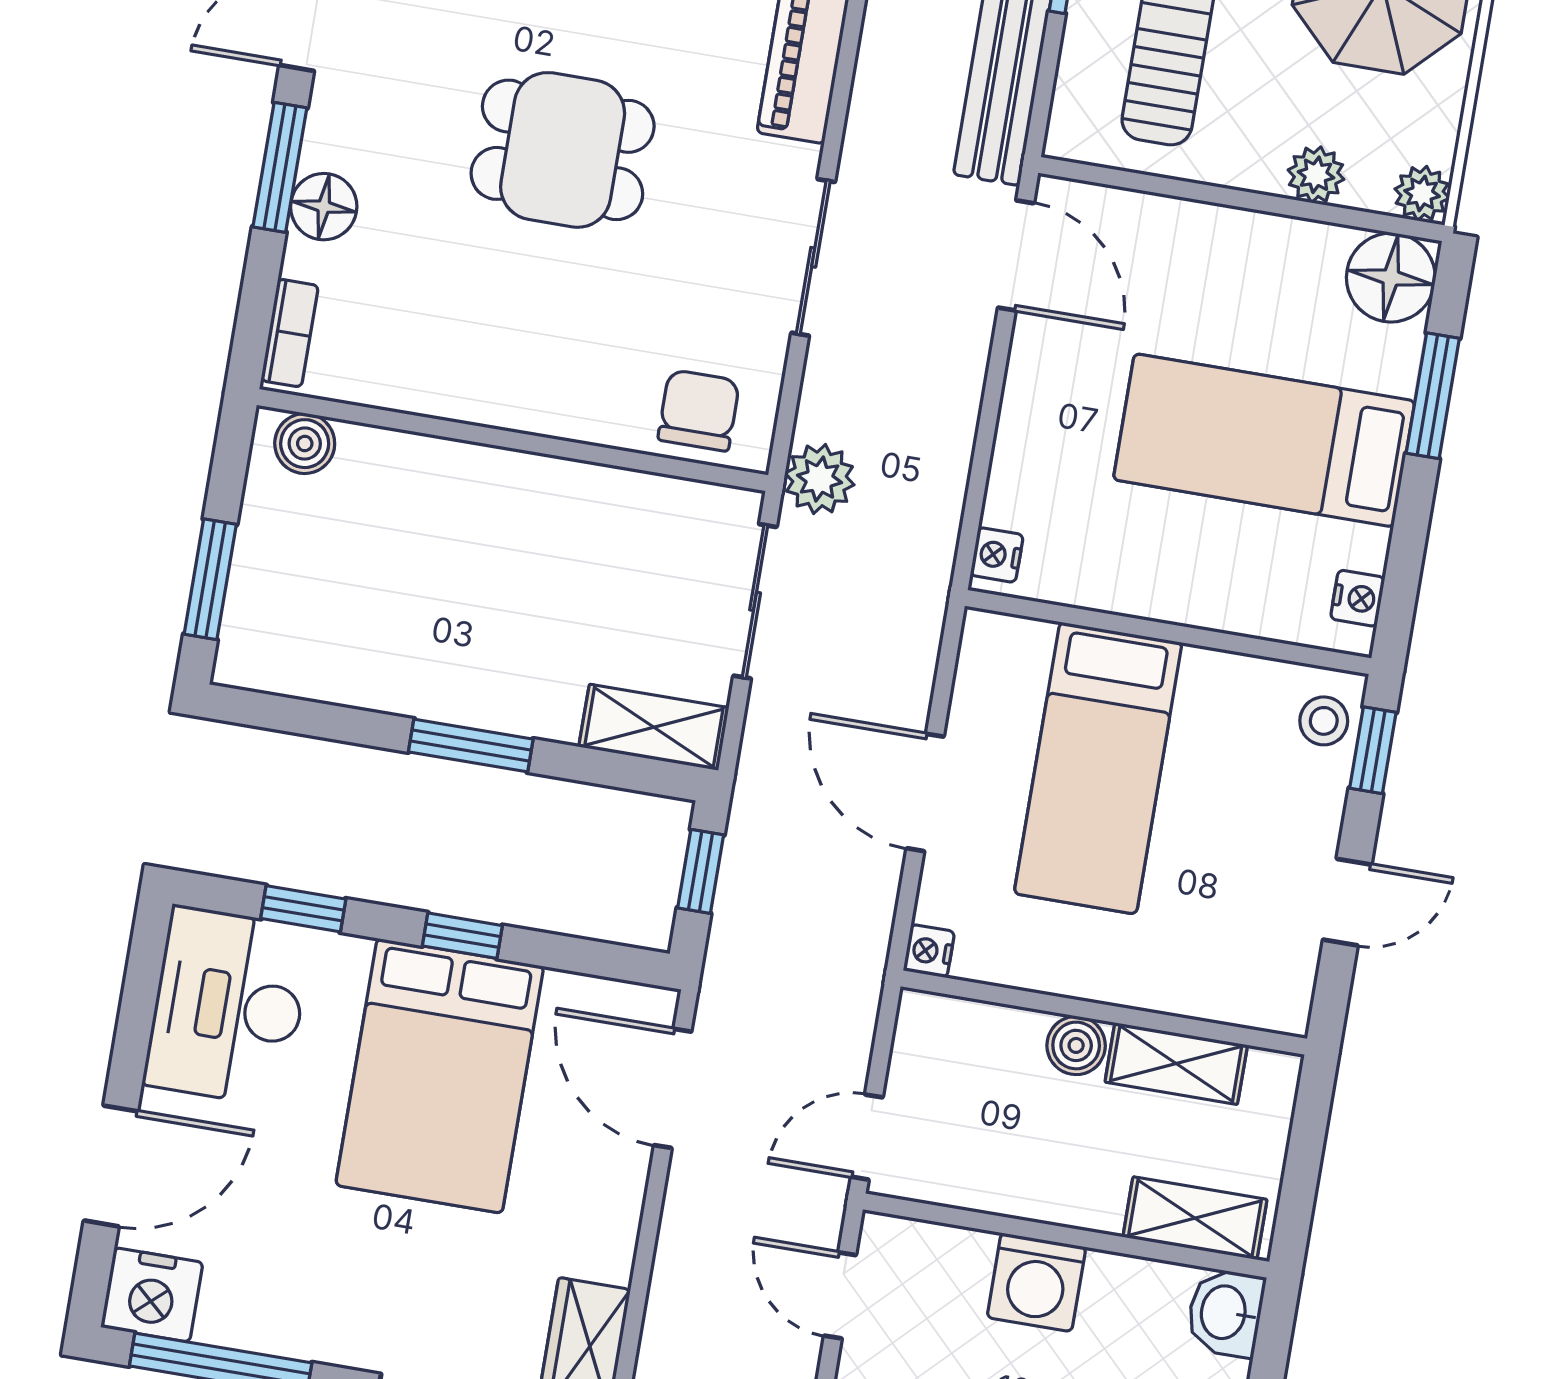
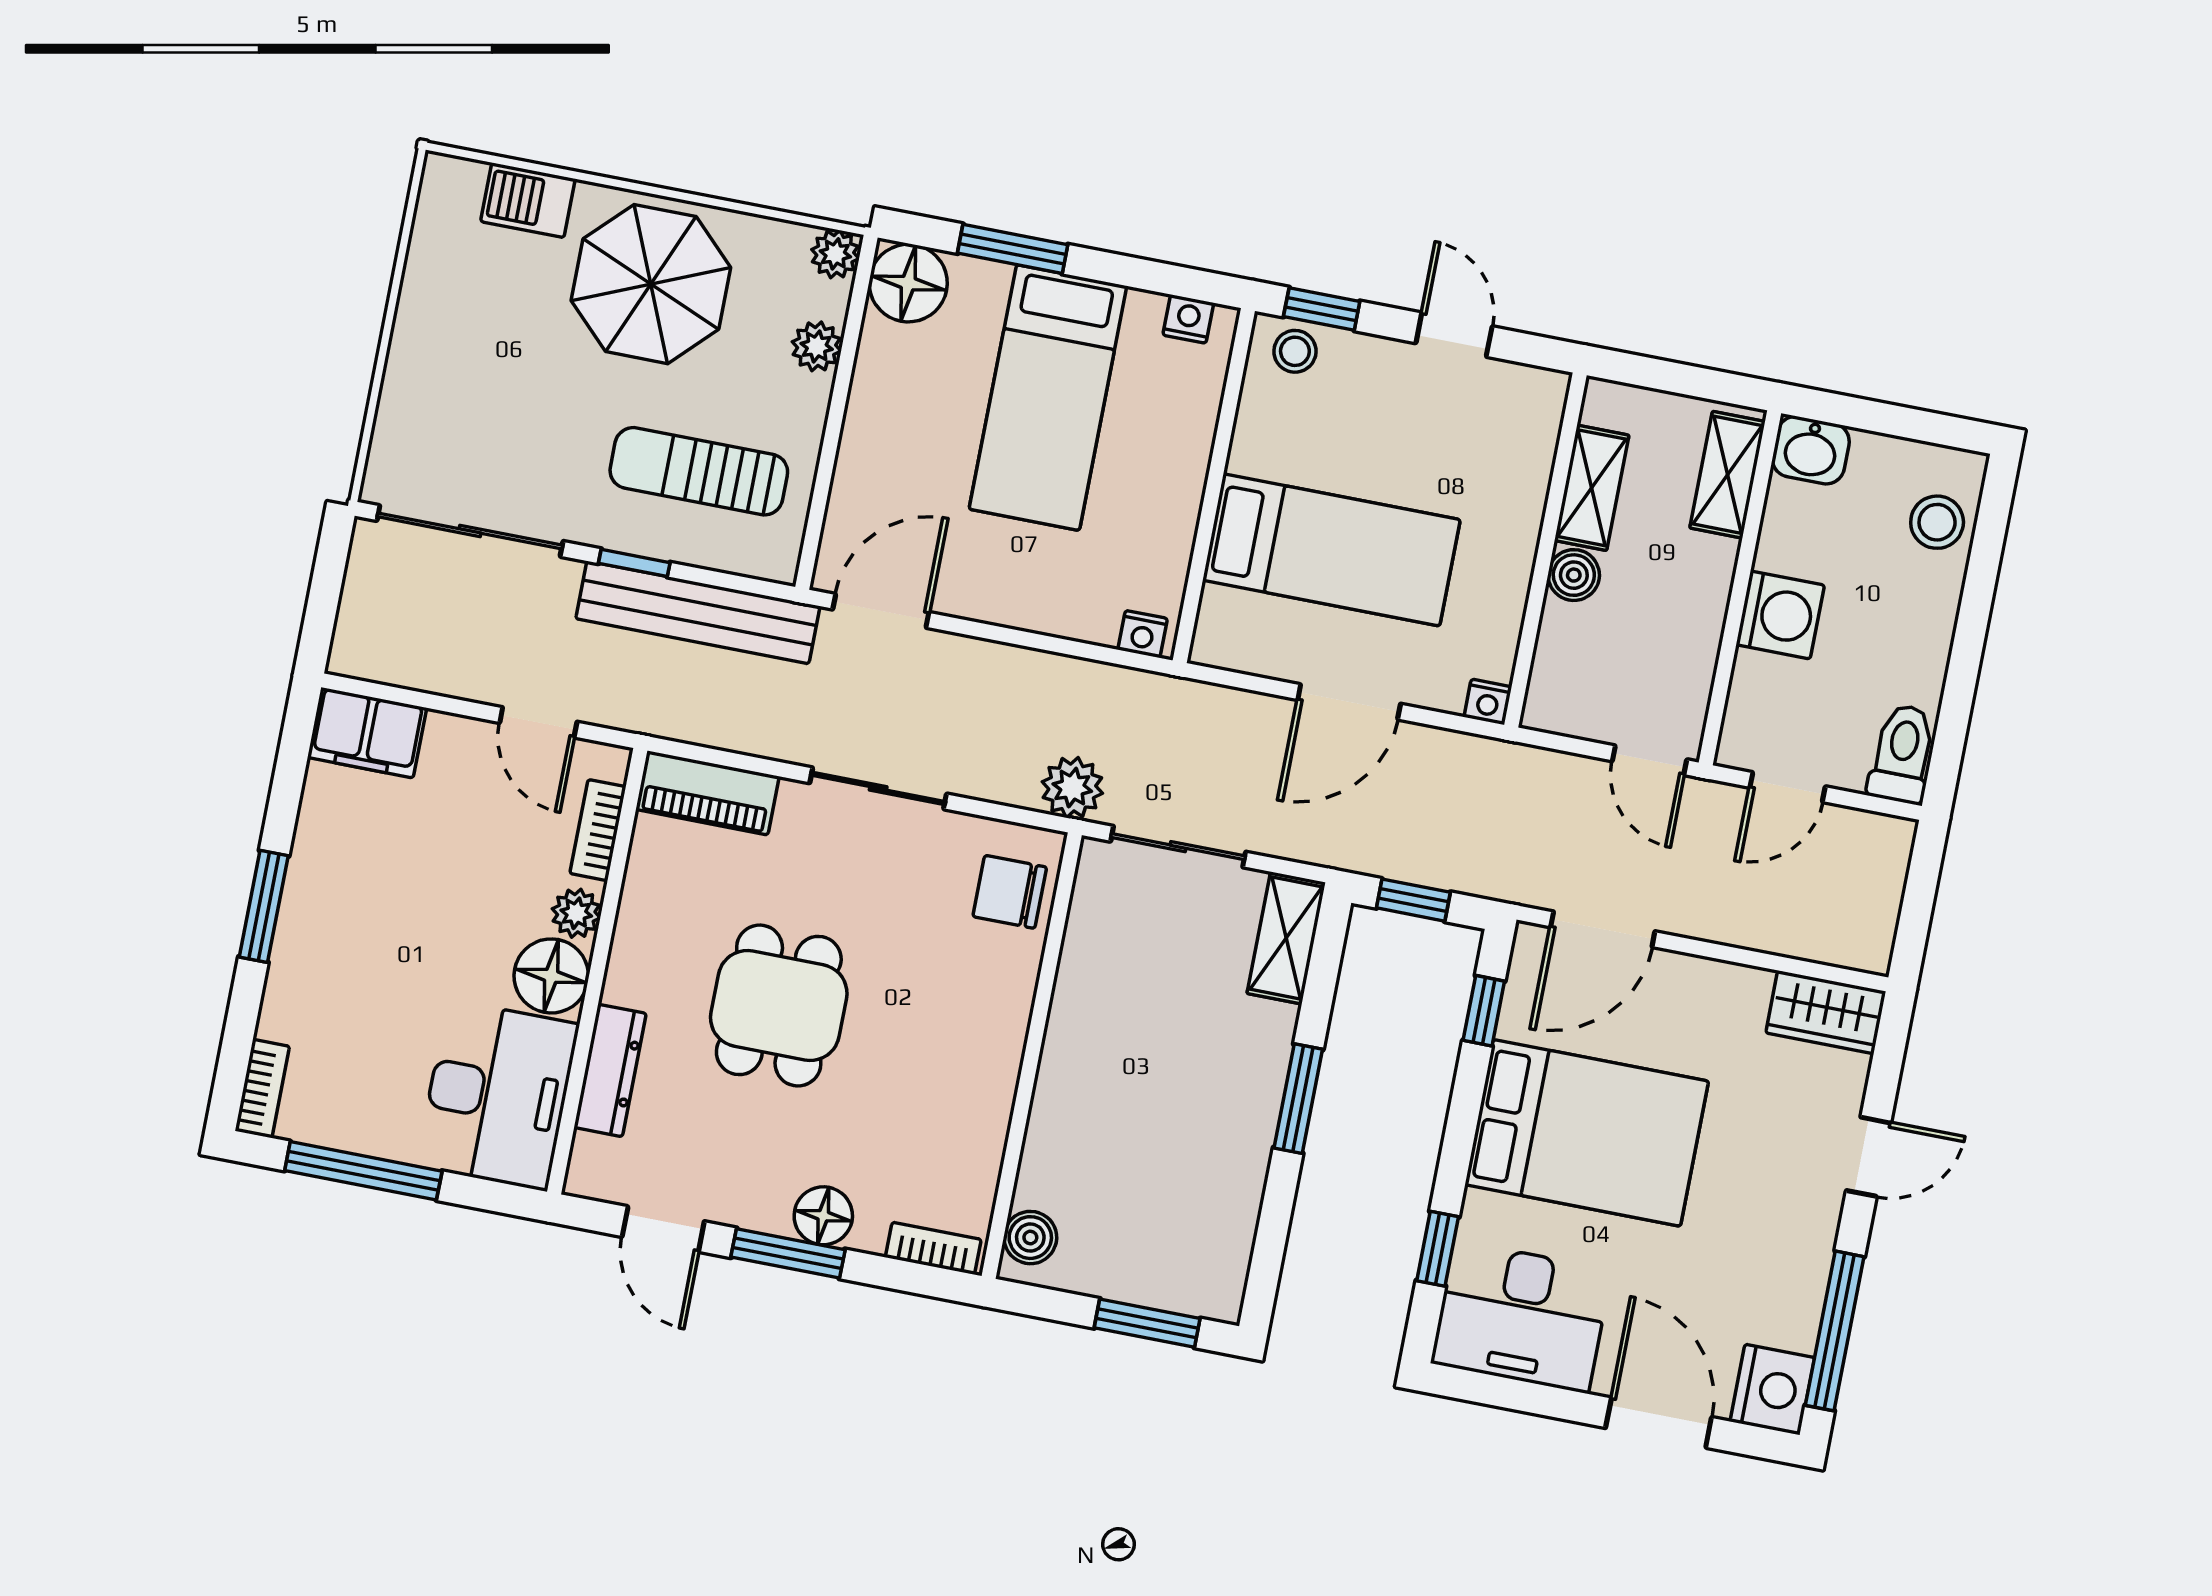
window: (462, 936) -> (1484, 1011), moved

